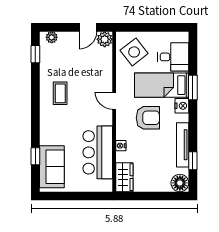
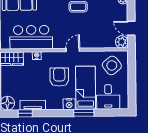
armchair: (148, 118) -> (59, 77), turned 180
tv unit: (183, 145) -> (33, 105), width x0.71

